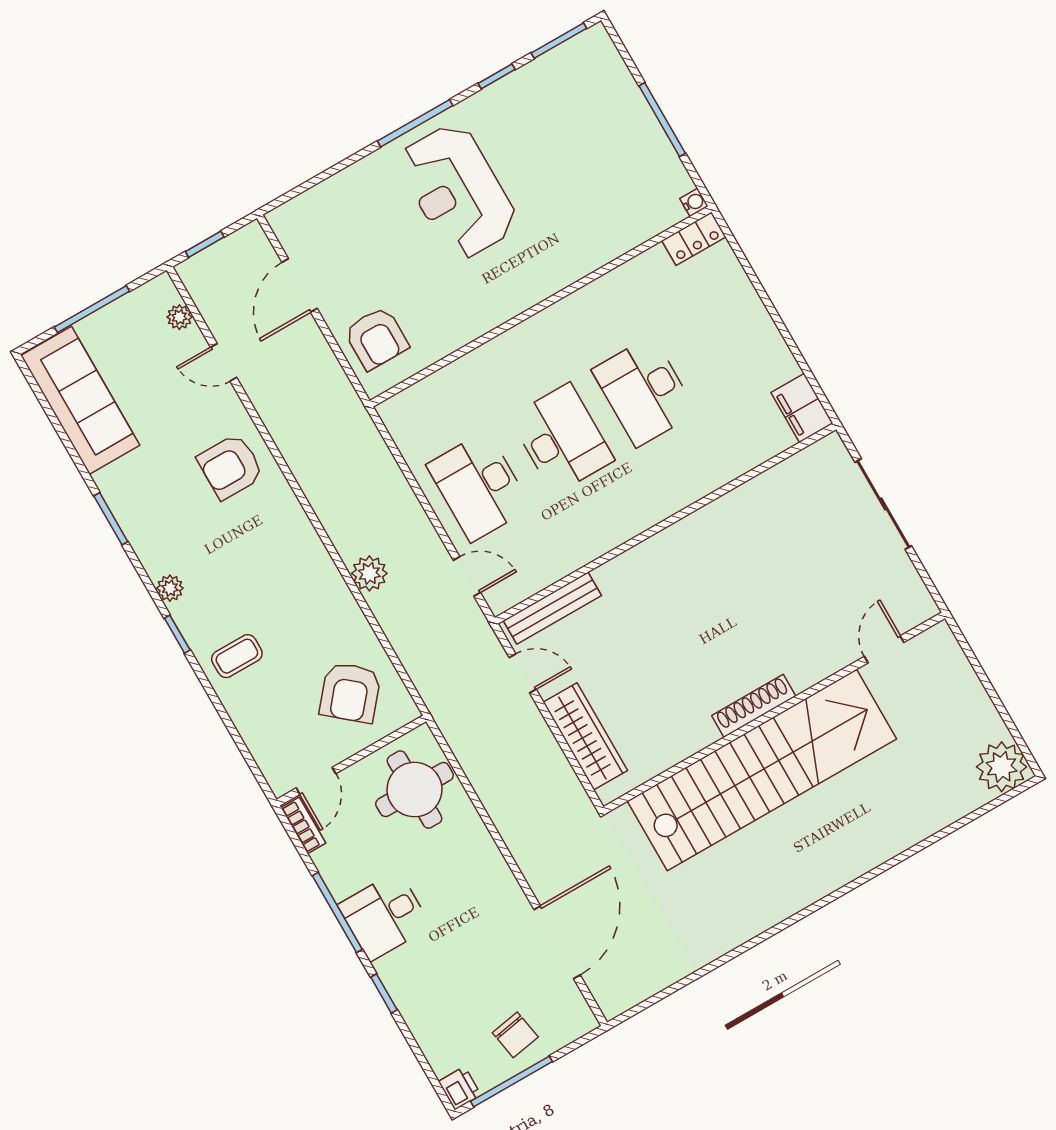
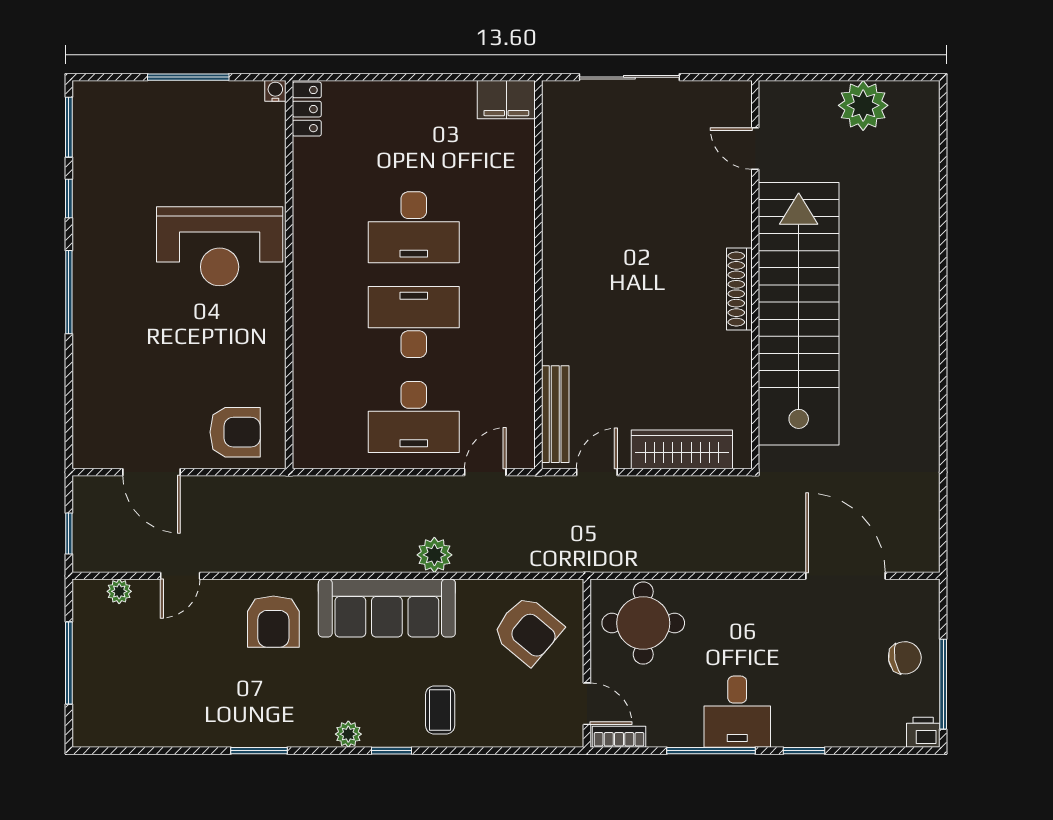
reception desk: (458, 191) -> (220, 246), moved
sofa: (80, 400) -> (387, 608), moved, turned 180
plant: (1002, 767) -> (863, 105), moved

